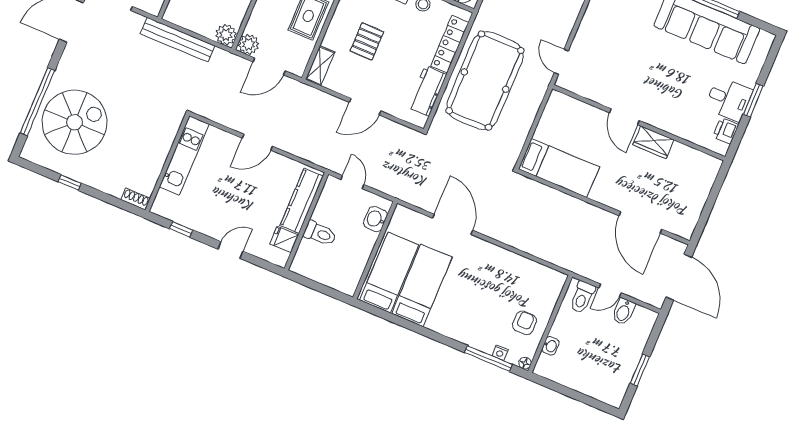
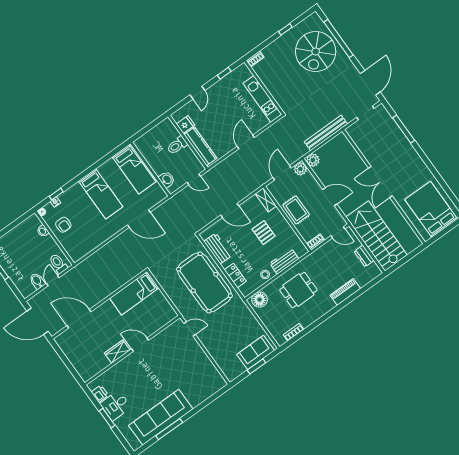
locker: (450, 44) -> (235, 276), width x0.66
door: (365, 107) -> (230, 210), swing flipped
bed: (422, 285) -> (101, 194), moved
window: (488, 358) -> (56, 194), width x0.46

